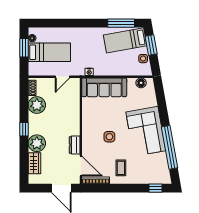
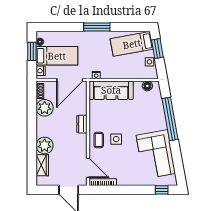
window: (121, 23) -> (97, 27), moved
nightstand: (33, 68) -> (41, 71), added
door: (62, 77) -> (70, 80), width x1.87
window: (24, 129) -> (32, 132), removed
corner sofa: (146, 131) -> (156, 154), moved
dresser: (75, 145) -> (82, 124), moved
window: (170, 147) -> (170, 119), moved
coffee table: (121, 168) -> (99, 140), moved

